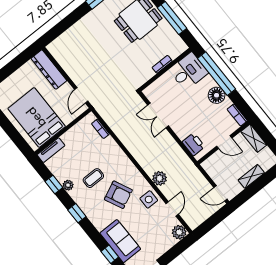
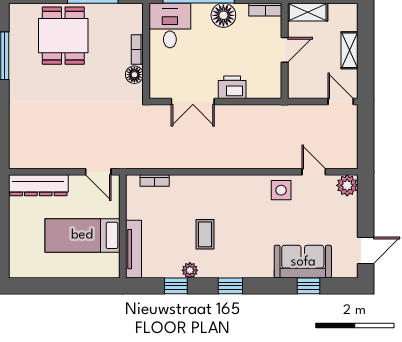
floor lamp: (148, 73) -> (134, 75), added
bed: (37, 117) -> (82, 235), width x0.67
printer: (194, 144) -> (232, 87), moved
tv unit: (51, 150) -> (134, 249), width x1.41
plant: (160, 178) -> (267, 158), removed
door: (221, 193) -> (341, 102), swing flipped
armchair: (118, 195) -> (248, 221), removed

